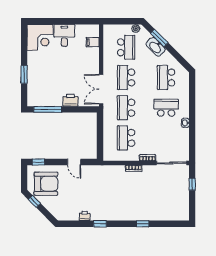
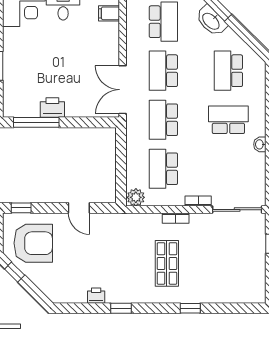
printer: (70, 100) -> (52, 108), moved
plant: (109, 155) -> (136, 197), added
shop shelf: (128, 196) -> (167, 263), added

